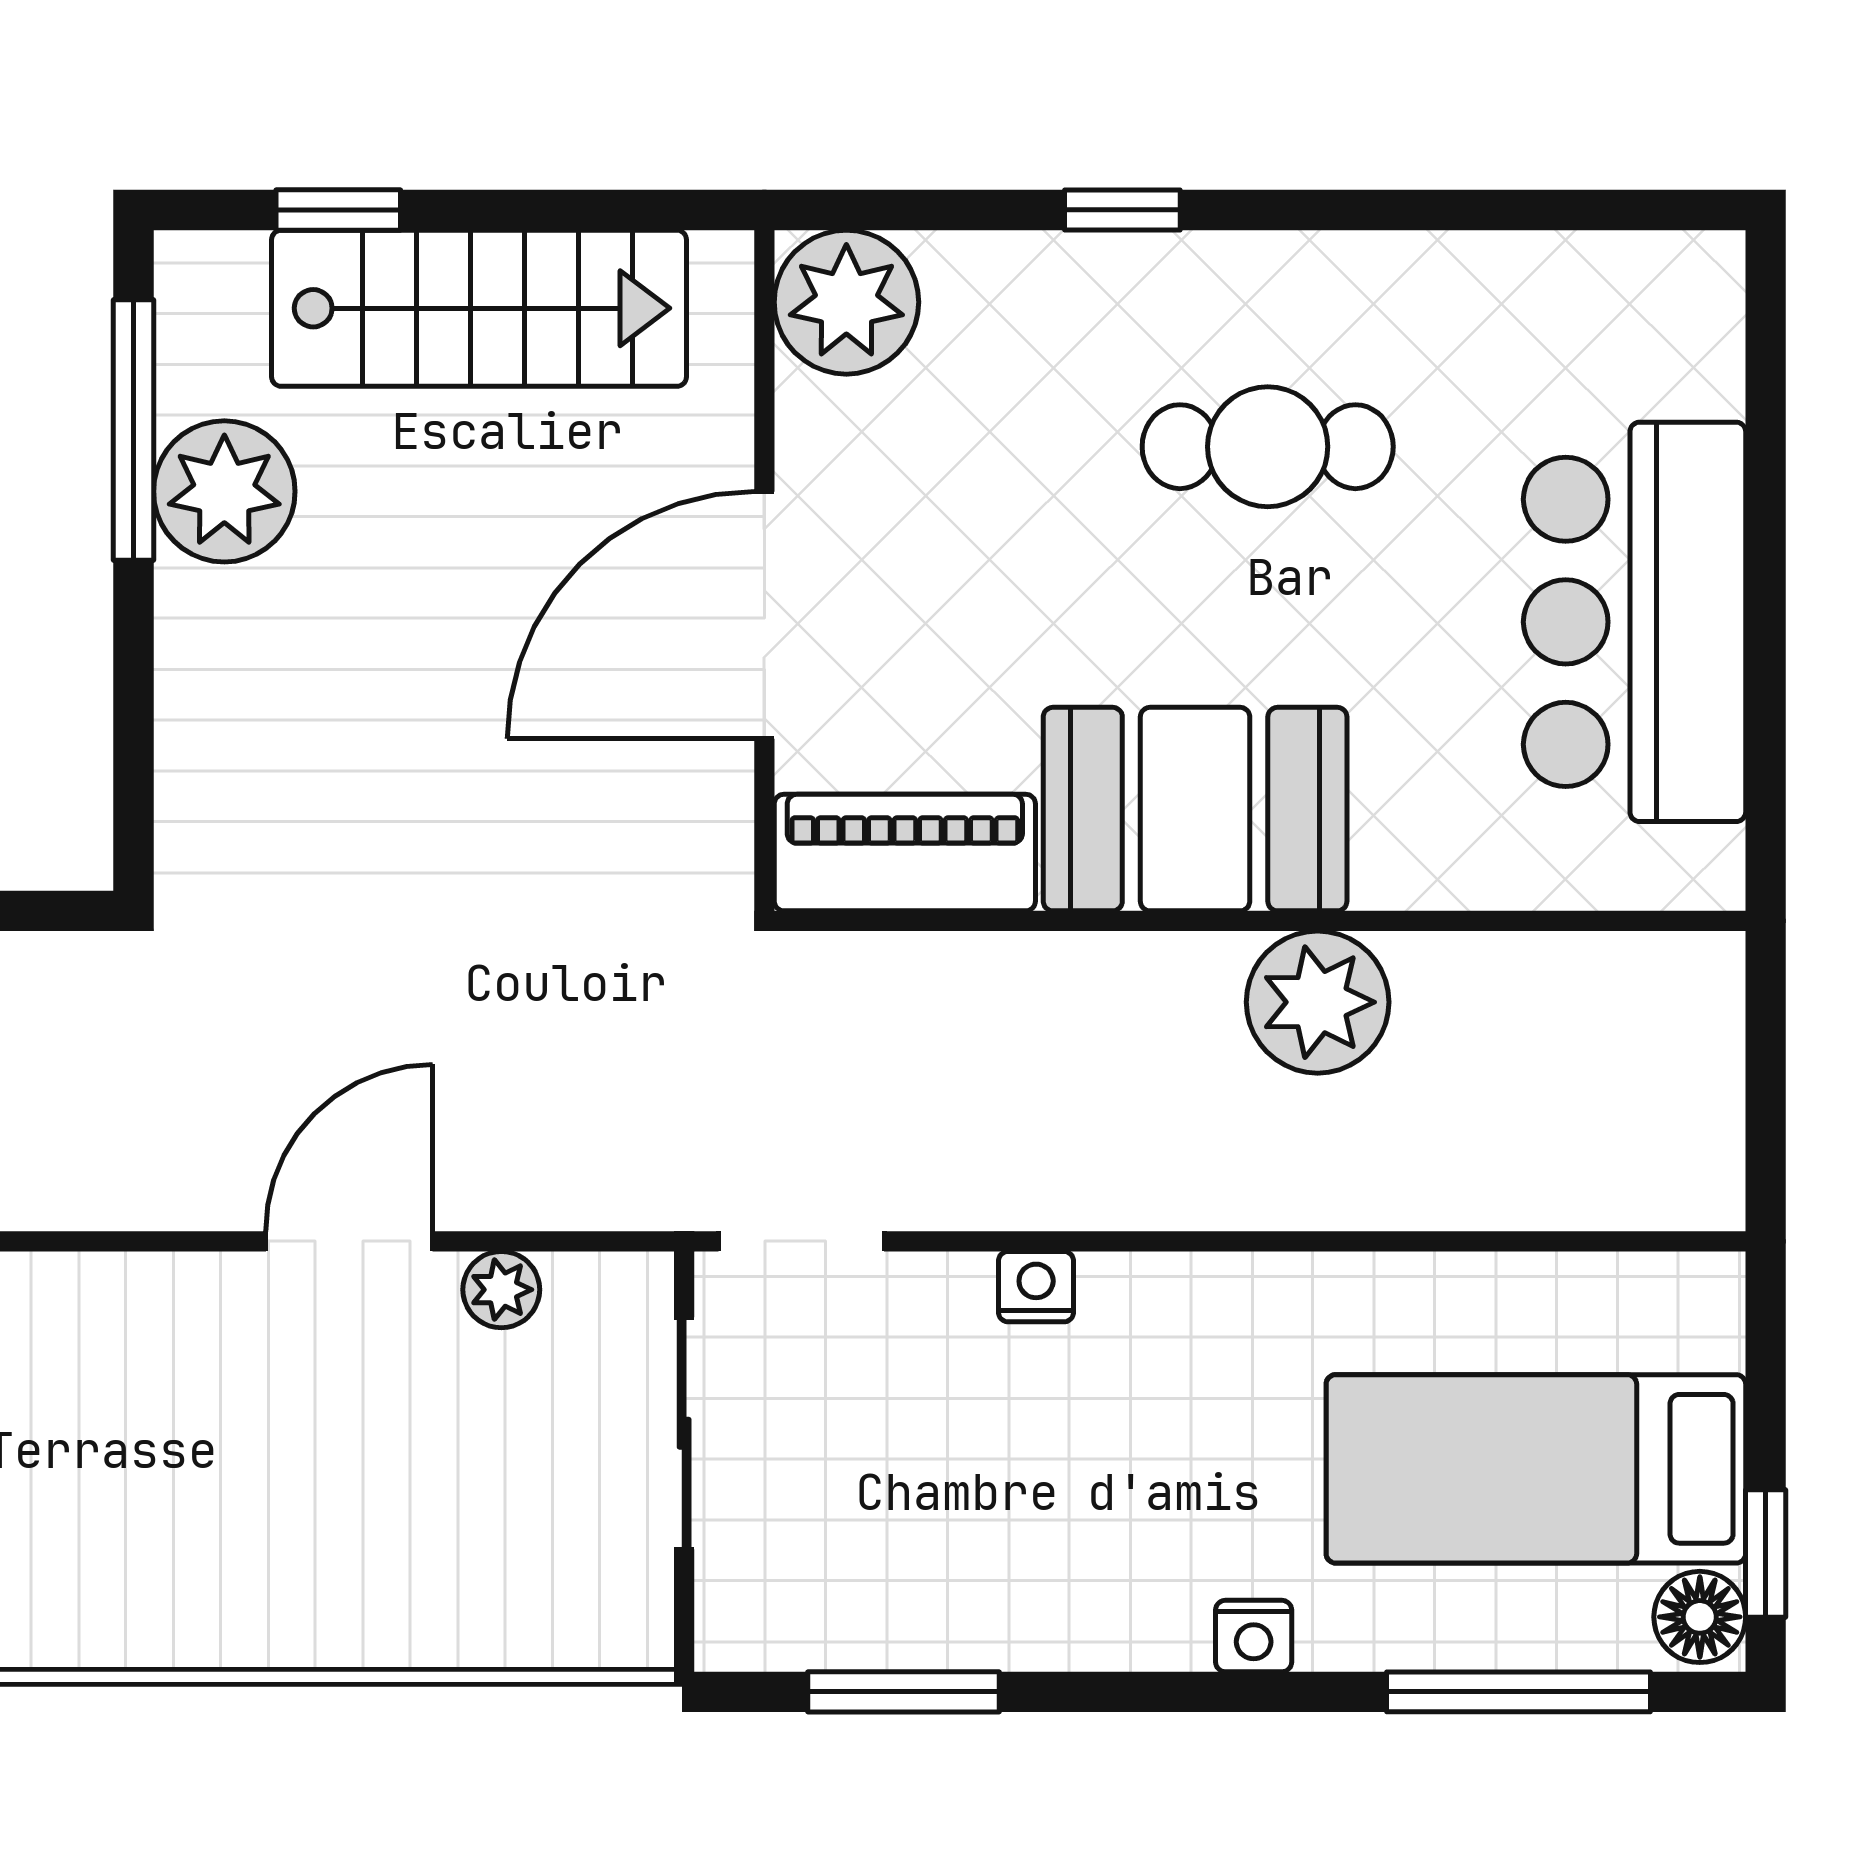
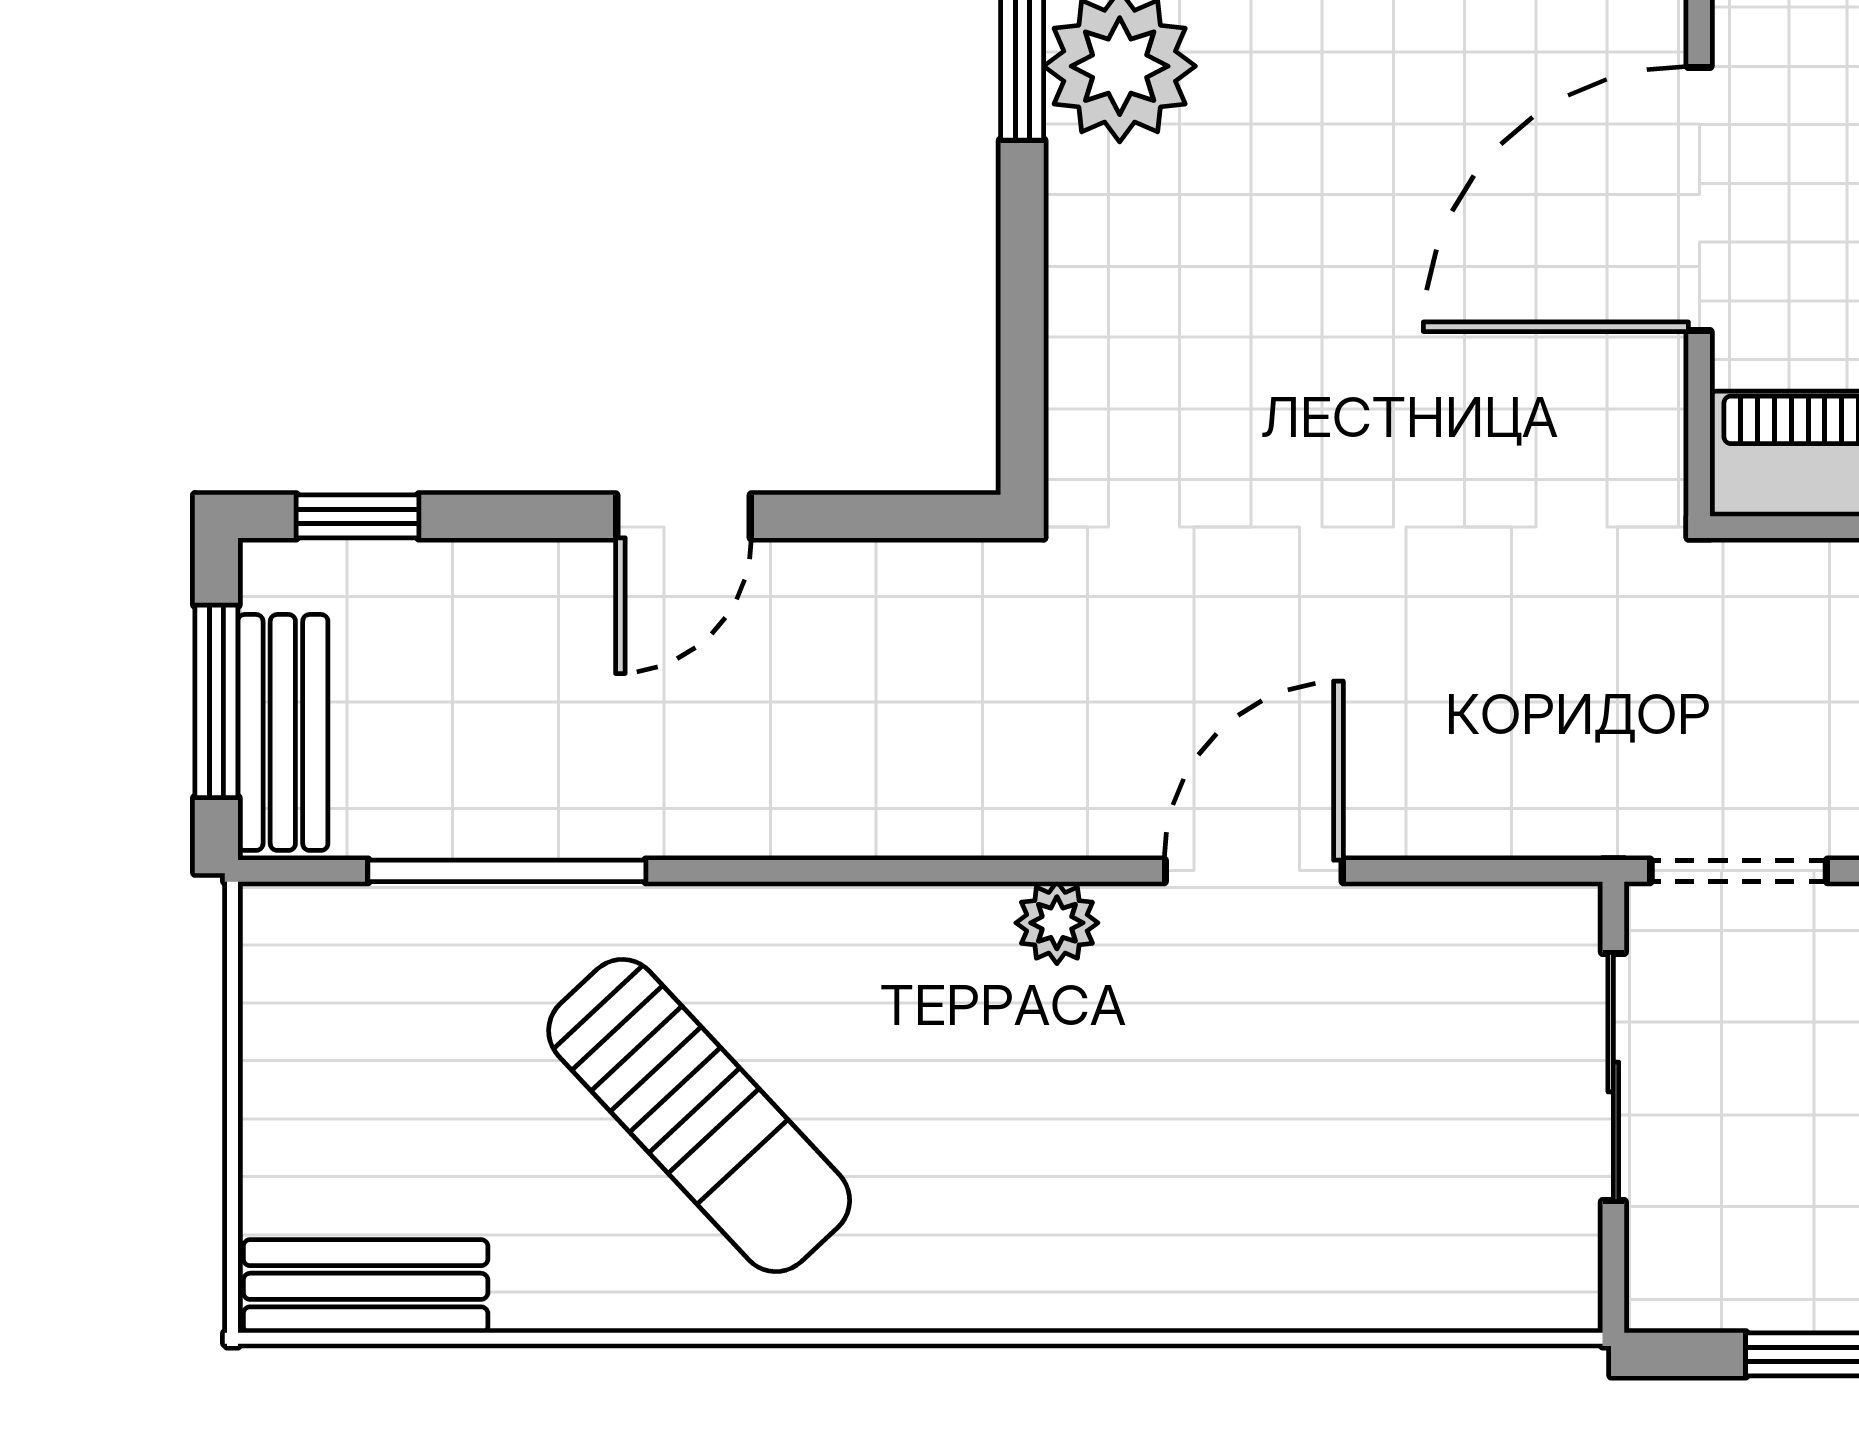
plant: (501, 1290) -> (1057, 923), moved

